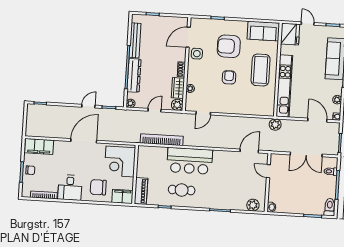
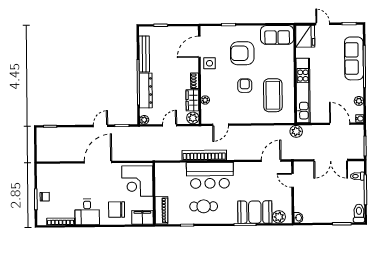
coffee table: (261, 70) -> (273, 95), moved
bookcase: (162, 140) -> (204, 155), moved
filing cabinet: (39, 146) -> (52, 171), removed
booth: (230, 199) -> (255, 212), added

